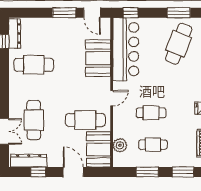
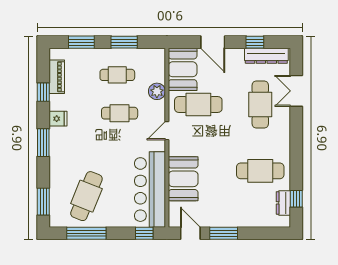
window: (179, 13) -> (86, 233), width x1.44
dresser: (15, 34) -> (283, 203), width x0.70
plant: (120, 145) -> (157, 91), moved

